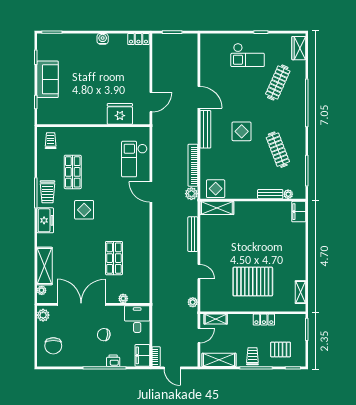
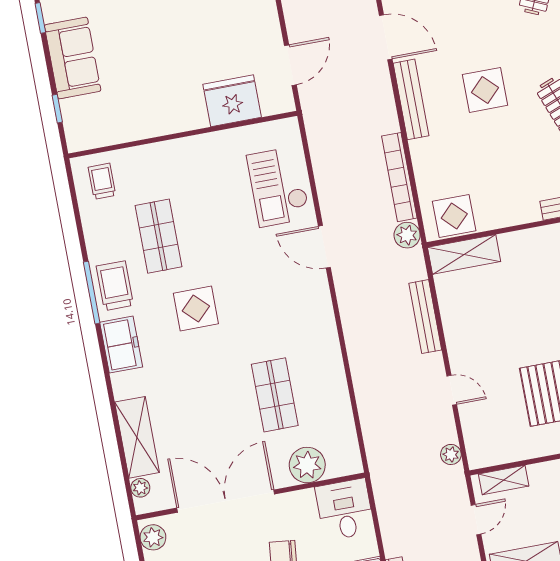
trolley: (47, 192) -> (115, 286), turned 180
plant: (123, 299) -> (307, 465), width x1.88, depth x1.88

